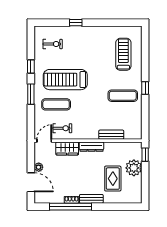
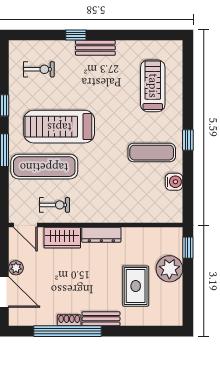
exercise mat: (56, 104) -> (44, 167), width x1.36, depth x1.45
water cooler: (137, 114) -> (174, 182), added
bench: (111, 135) -> (95, 48), moved
door: (44, 141) -> (25, 225), swing flipped

